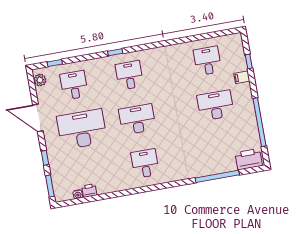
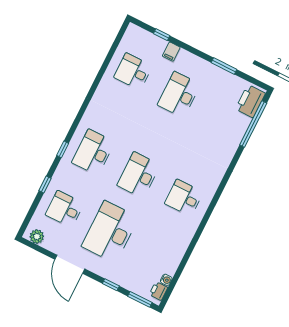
window: (55, 63) -> (45, 184), moved
desk: (129, 75) -> (93, 152), width x1.37
door: (38, 118) -> (70, 264), hinge flipped
window: (260, 122) -> (224, 66), width x0.47
window: (217, 176) -> (253, 124), moved
printer: (89, 191) -> (158, 291), moved

